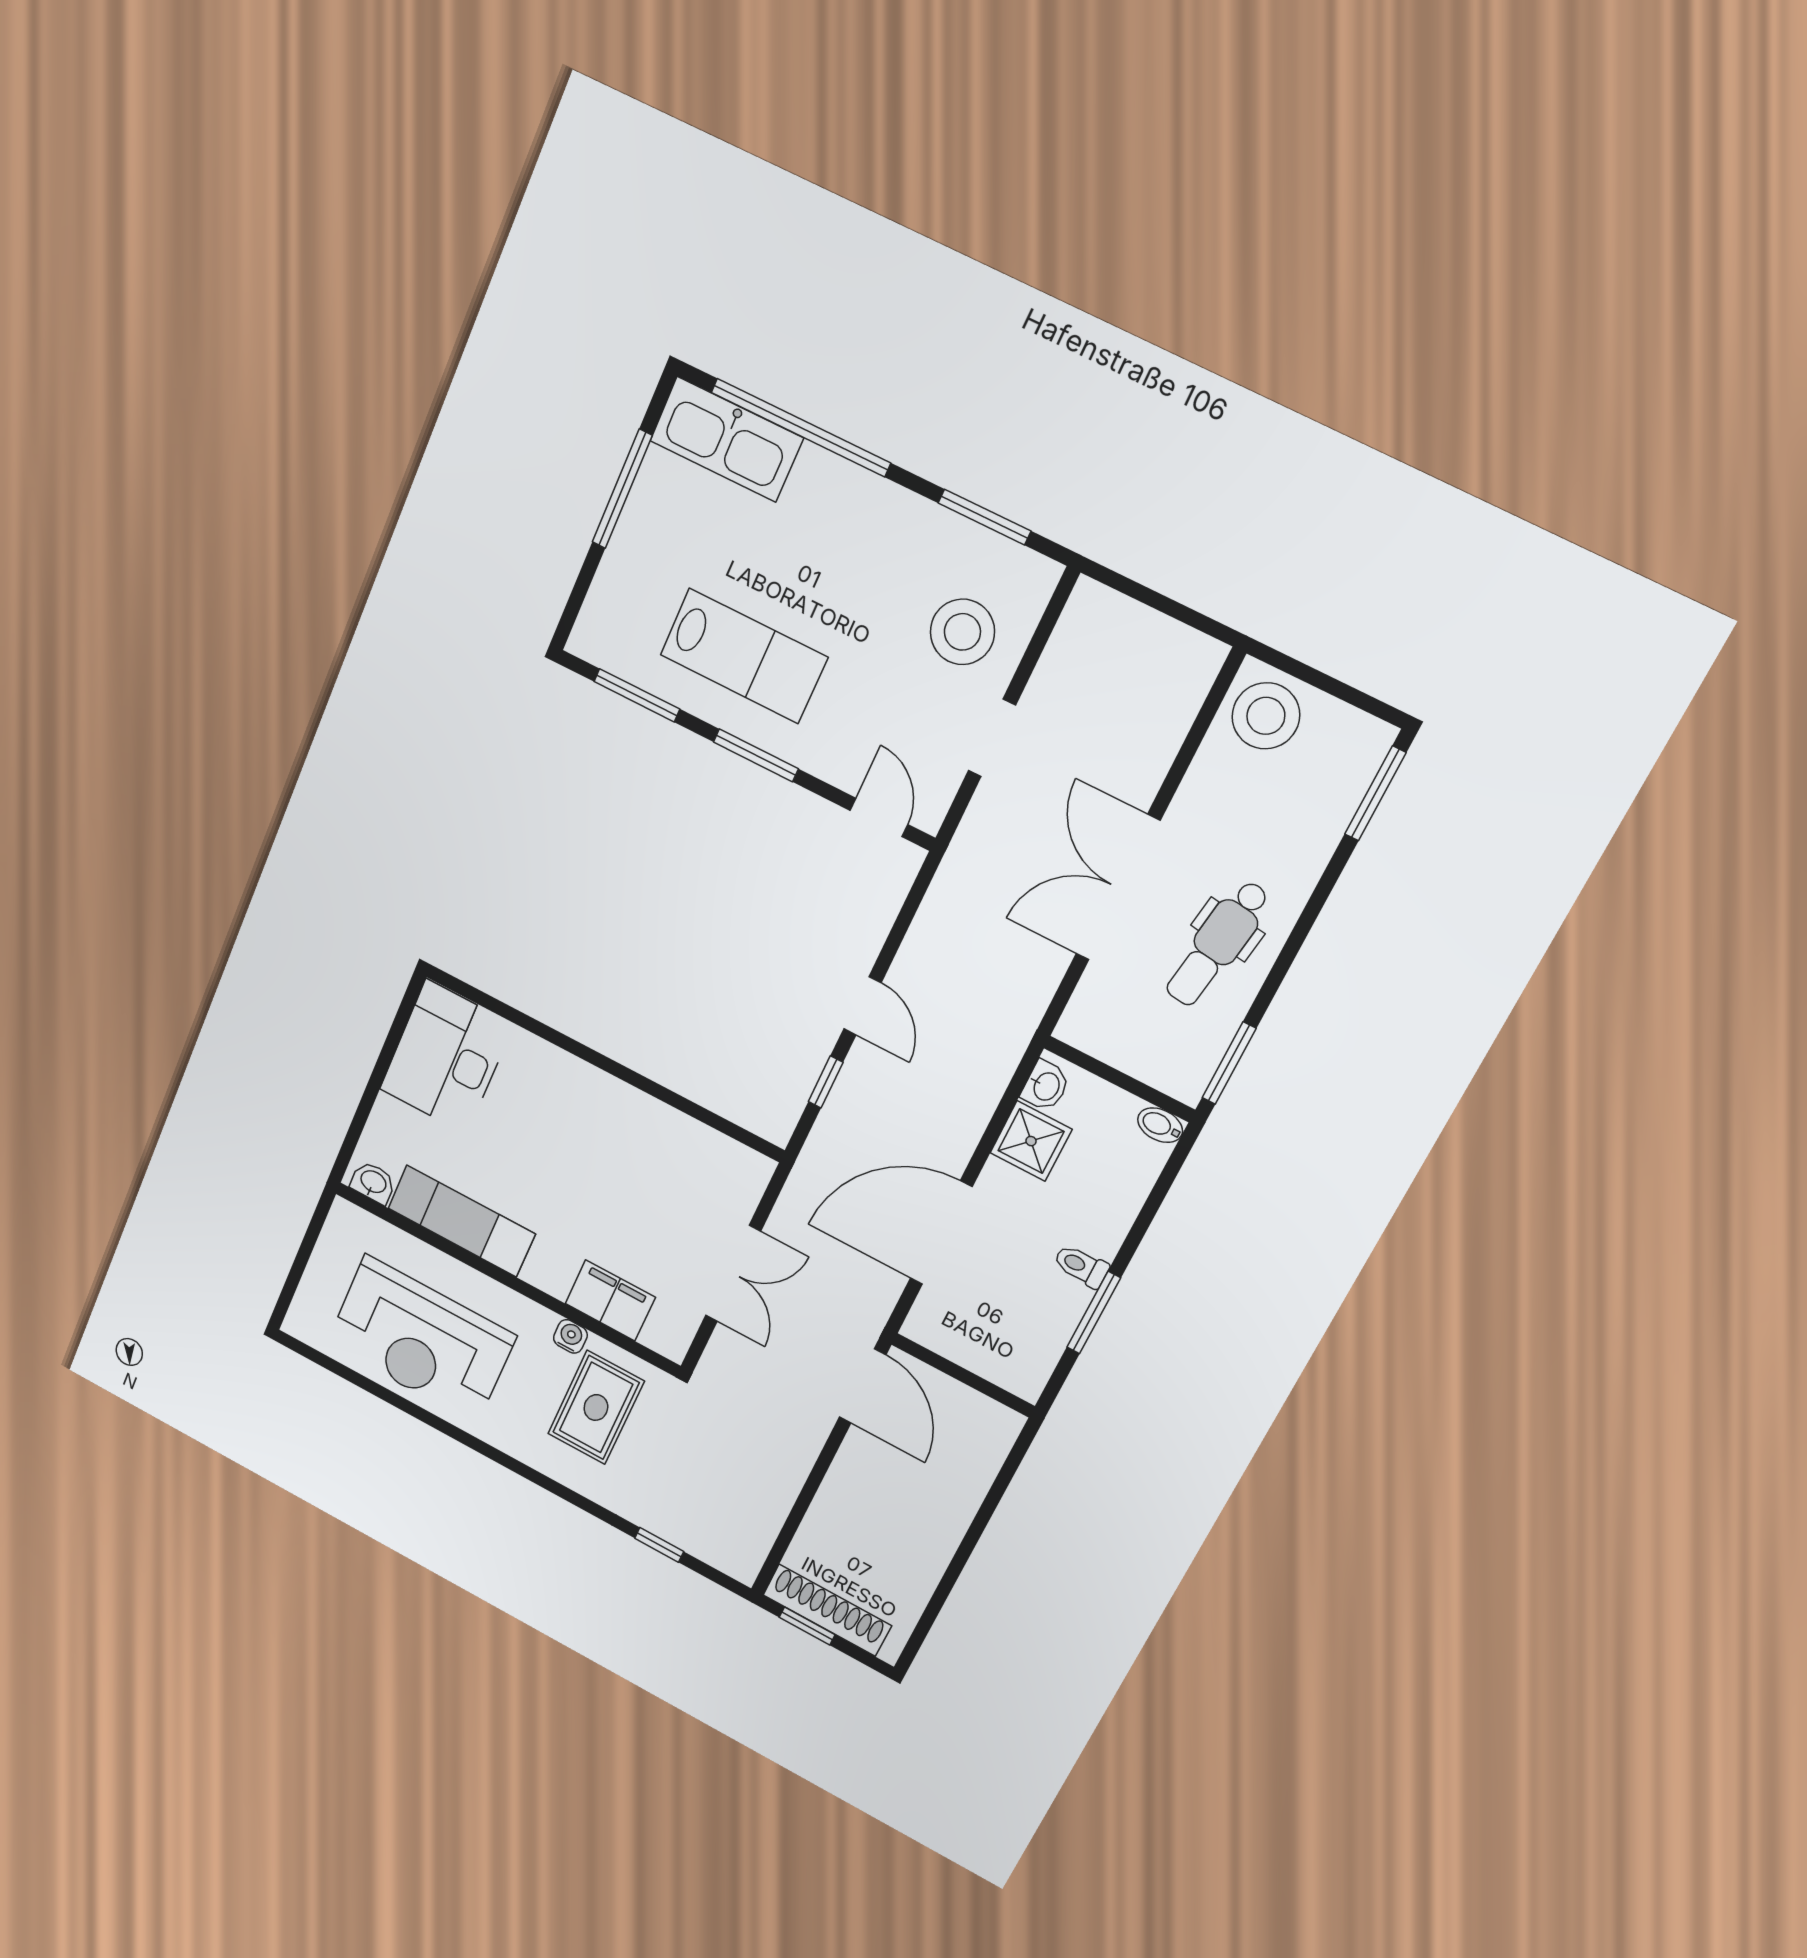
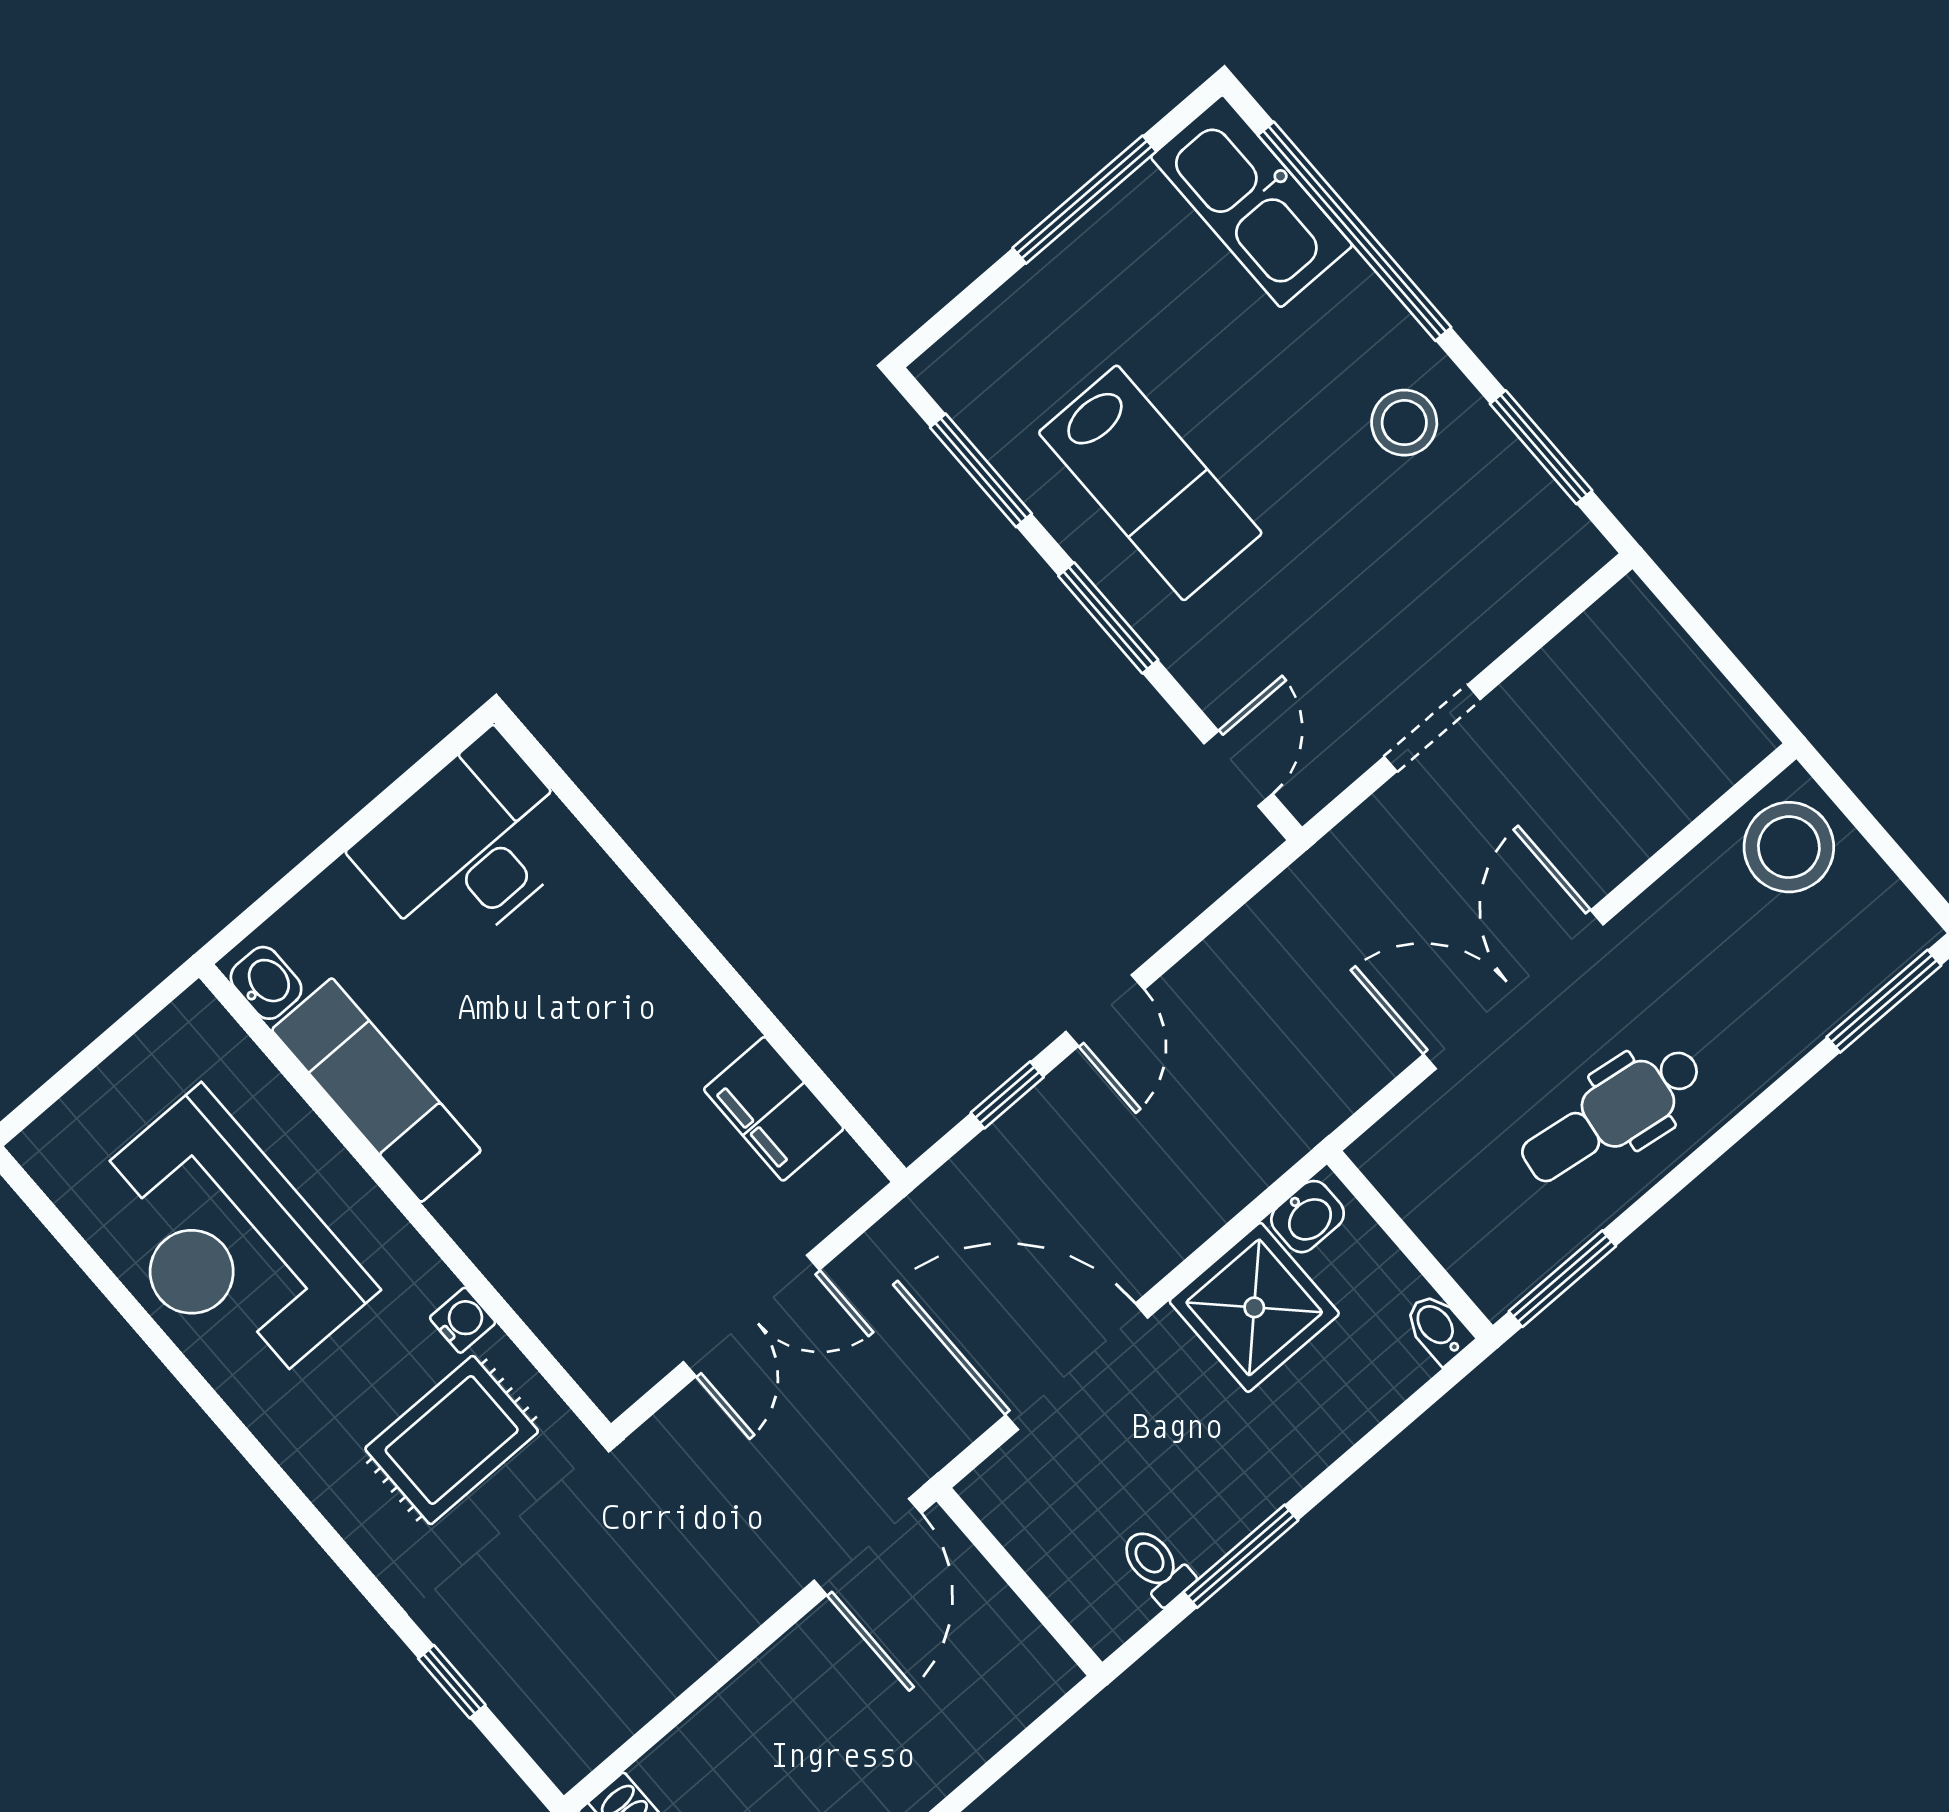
stool: (962, 632) -> (1404, 423), moved, width x0.73, depth x0.73
shower: (1031, 1141) -> (1254, 1307), width x1.36, depth x1.36
toilet: (1081, 1266) -> (1156, 1566), moved
filing cabinet: (610, 1300) -> (774, 1109), moved, turned 180

